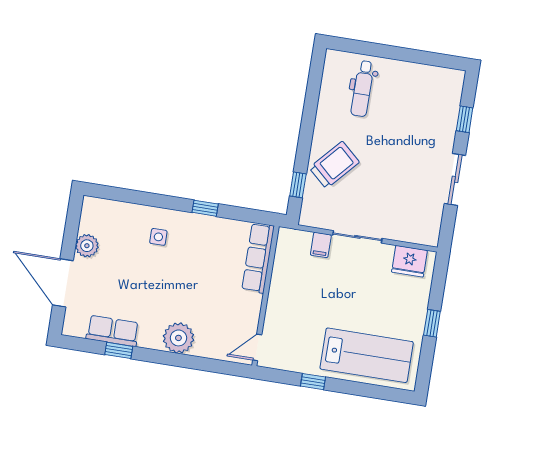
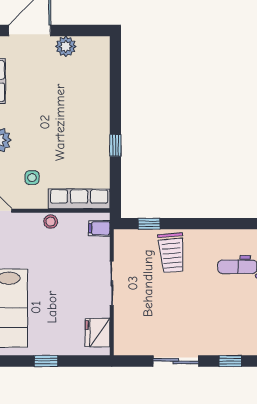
trolley: (334, 165) -> (172, 253), turned 43
side table: (158, 237) -> (32, 178), moved
filing cabinet: (321, 245) -> (99, 228), moved
stool: (278, 294) -> (51, 222), added

